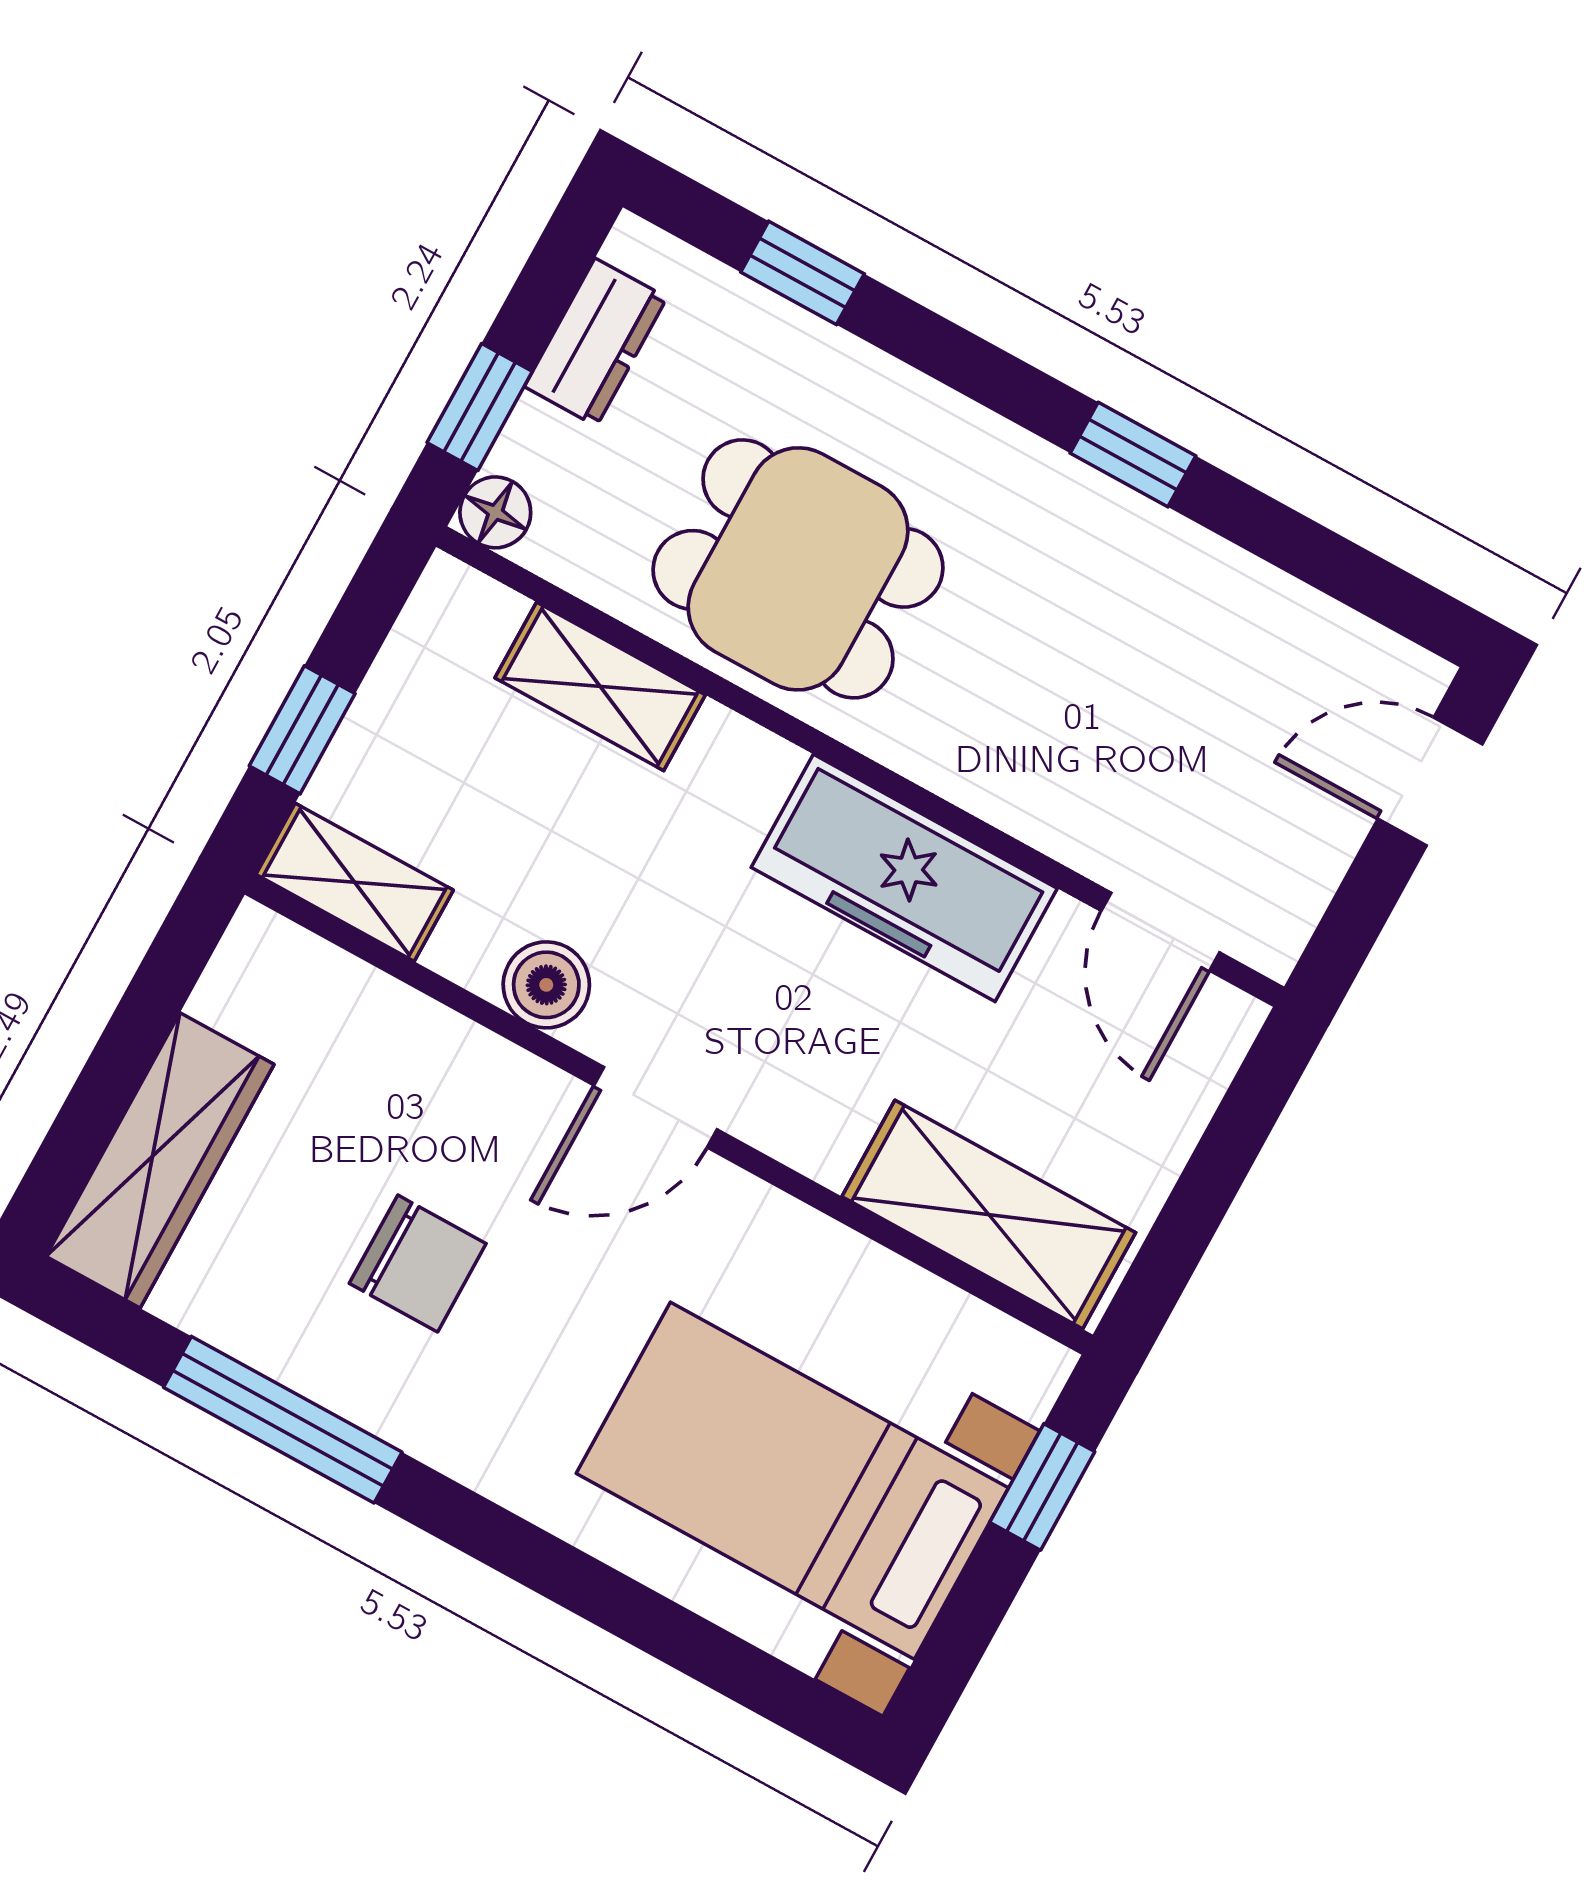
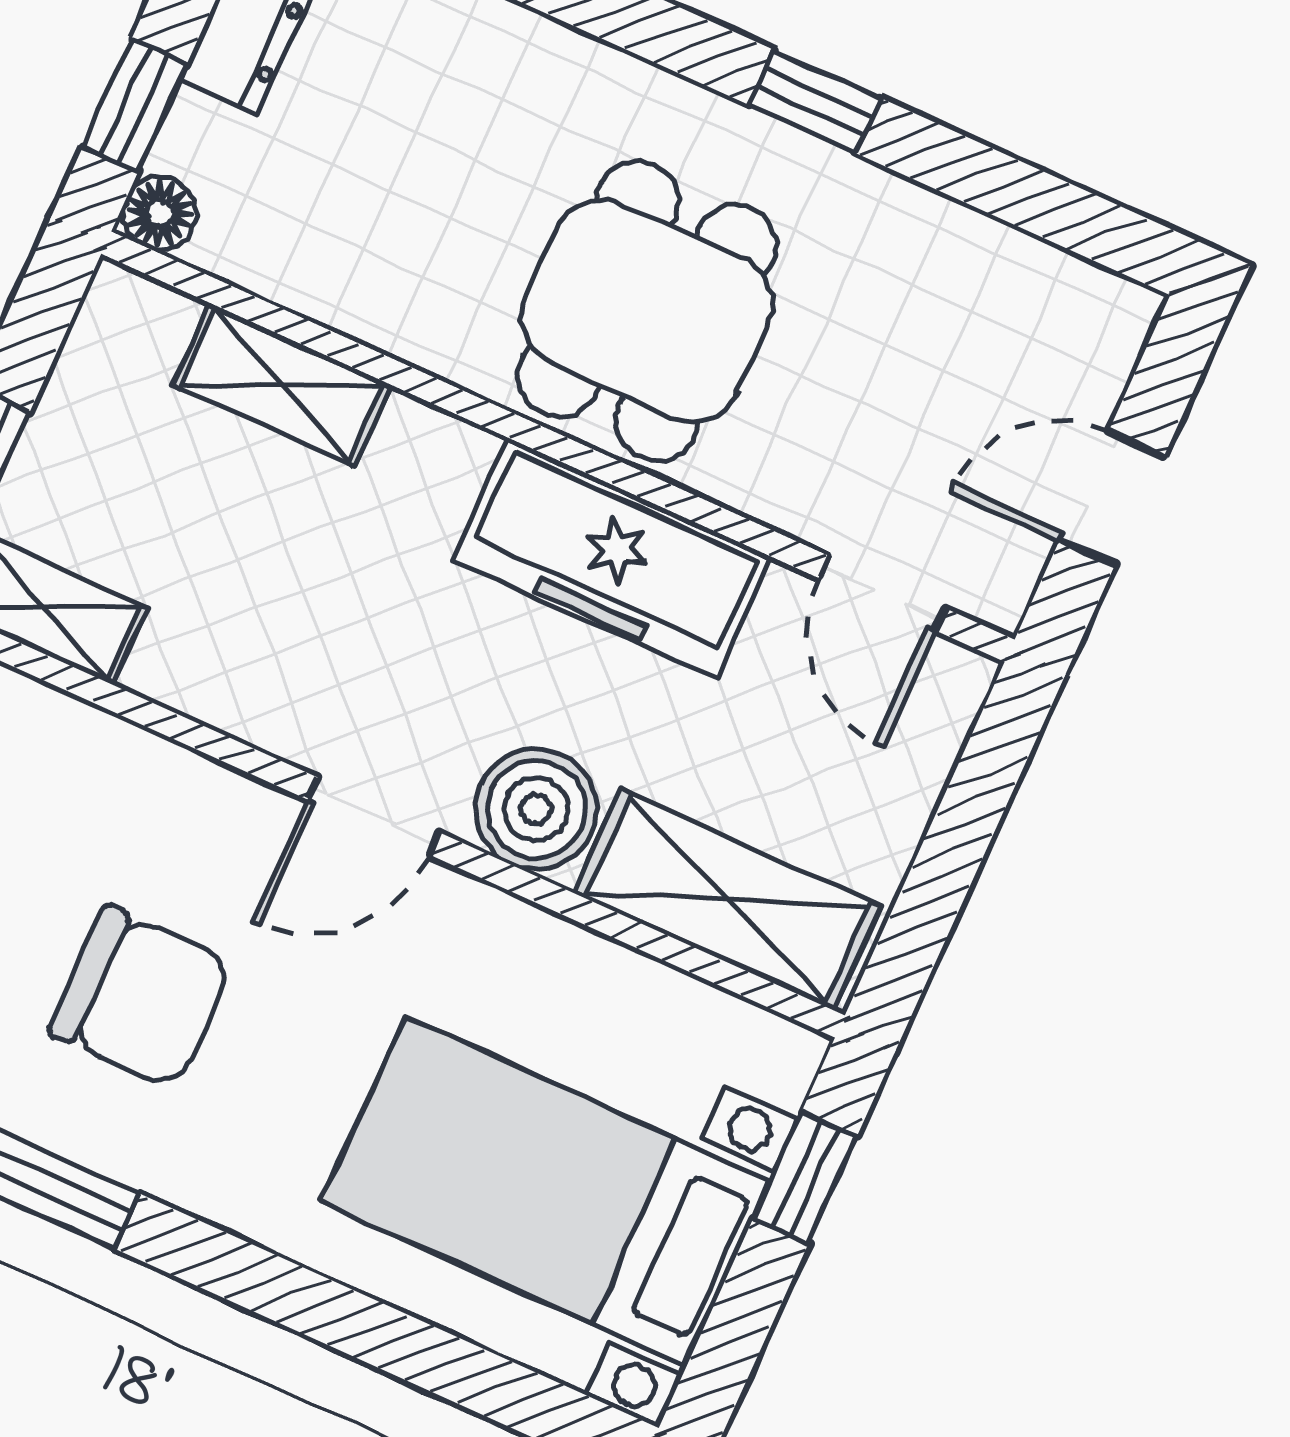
dining table: (798, 569) -> (647, 311), moved, turned 90
door: (1430, 781) -> (1112, 498), moved
boiler: (546, 985) -> (536, 809), moved, width x1.36, depth x1.36
chair: (418, 1264) -> (140, 997), width x1.37, depth x1.37

